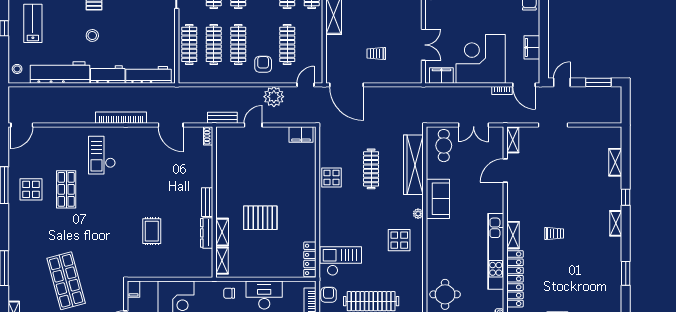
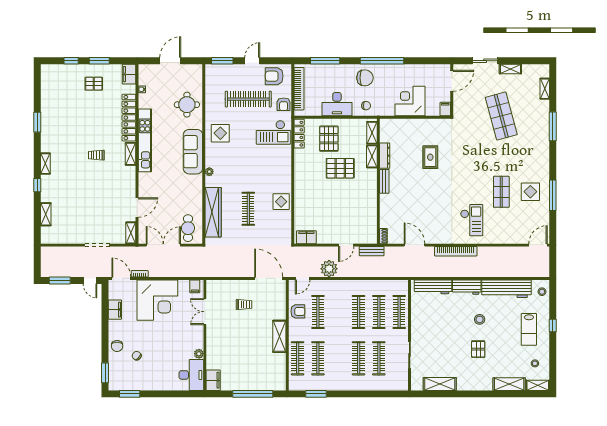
armchair: (263, 64) -> (298, 311), moved, turned -90
filing cabinet: (441, 75) -> (195, 286), width x0.50
door: (562, 82) -> (90, 280), hinge flipped
double door: (474, 125) -> (163, 245), width x1.37
sofa: (438, 199) -> (193, 152), moved, width x1.36
display table: (399, 240) -> (220, 133), moved
pallet: (274, 253) -> (329, 139), added

